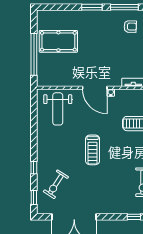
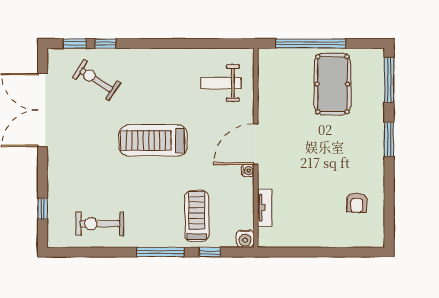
window: (124, 7) -> (389, 80), moved
weight bench: (58, 109) -> (221, 83), width x0.73, depth x0.75
treadmill: (93, 150) -> (153, 141), width x1.37, depth x1.38
window: (34, 168) -> (106, 44), moved

